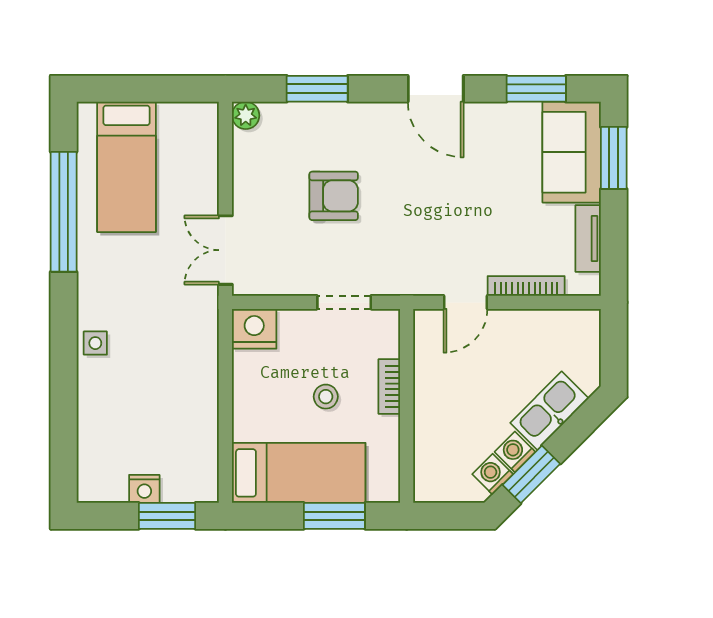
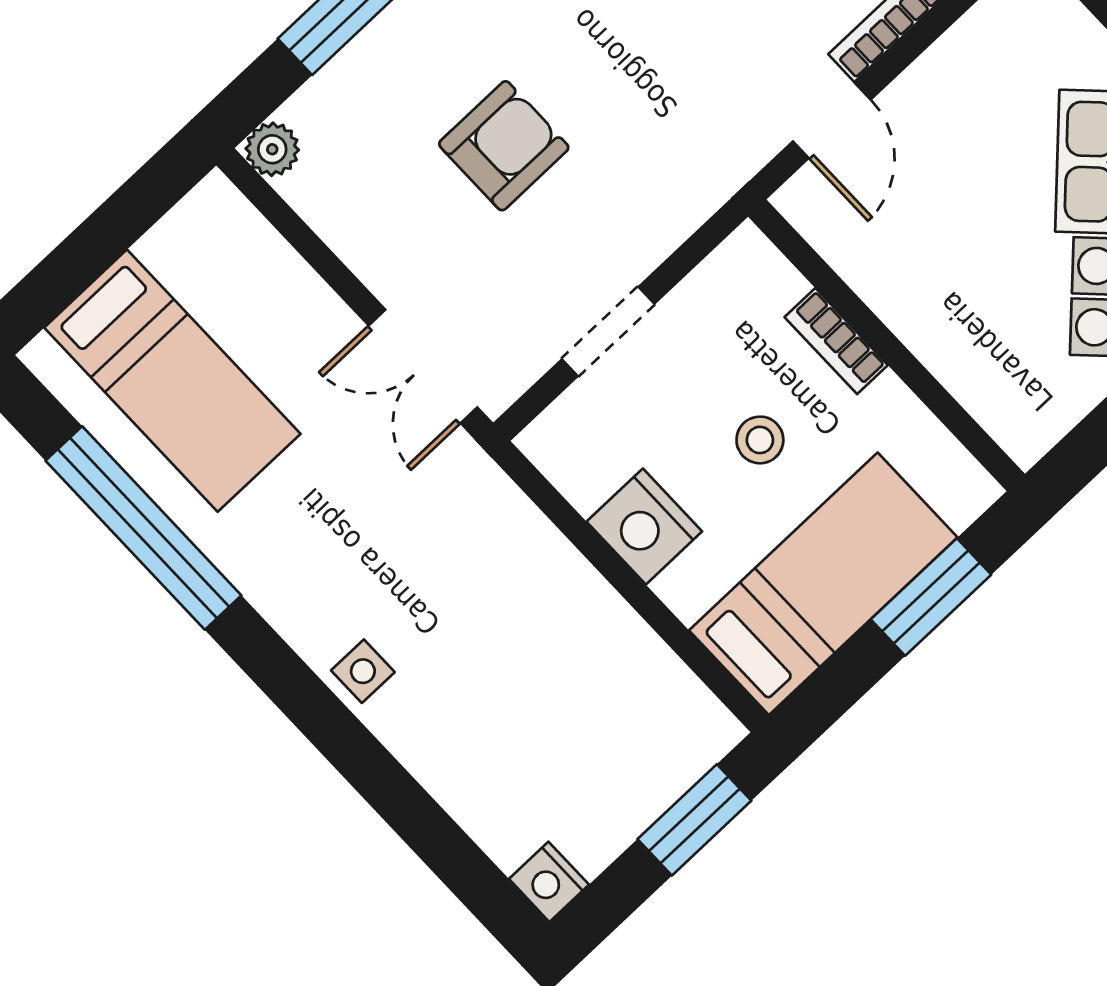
doorway: (344, 302) -> (608, 331), moved
nightstand: (254, 329) -> (644, 526), moved, turned -90
nightstand: (144, 489) -> (549, 882), moved, turned 90

